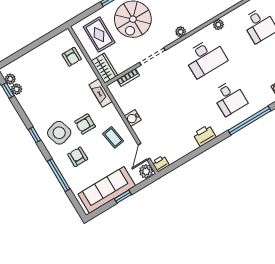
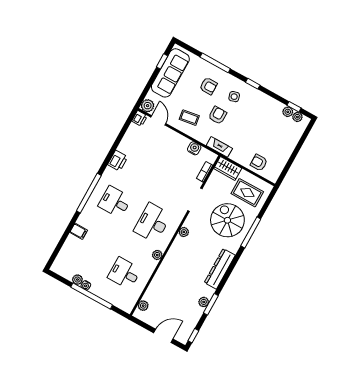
water cooler: (133, 118) -> (194, 148), moved
side table: (59, 133) -> (234, 97), width x0.54, depth x0.54
window: (123, 197) -> (162, 61), moved

